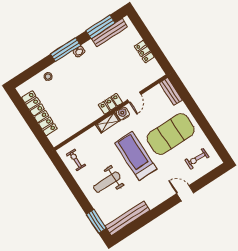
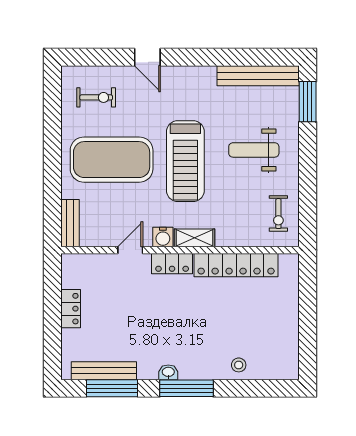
locker: (39, 113) -> (236, 265), moved, turned -90
weight bench: (107, 182) -> (254, 150), turned 180

